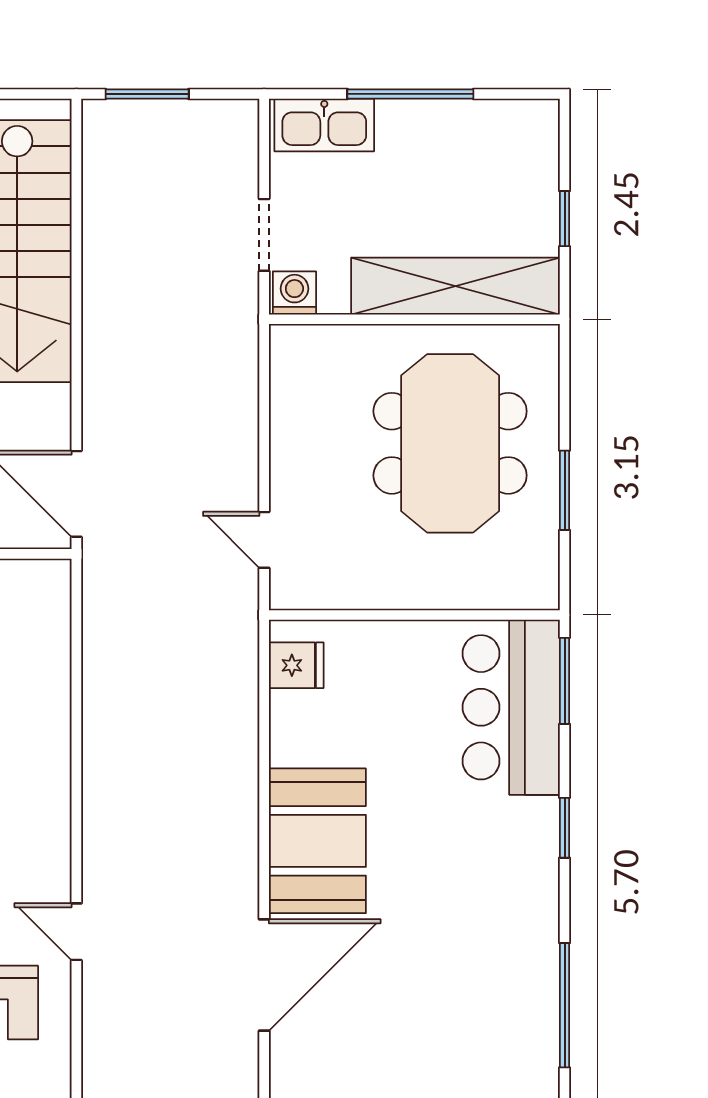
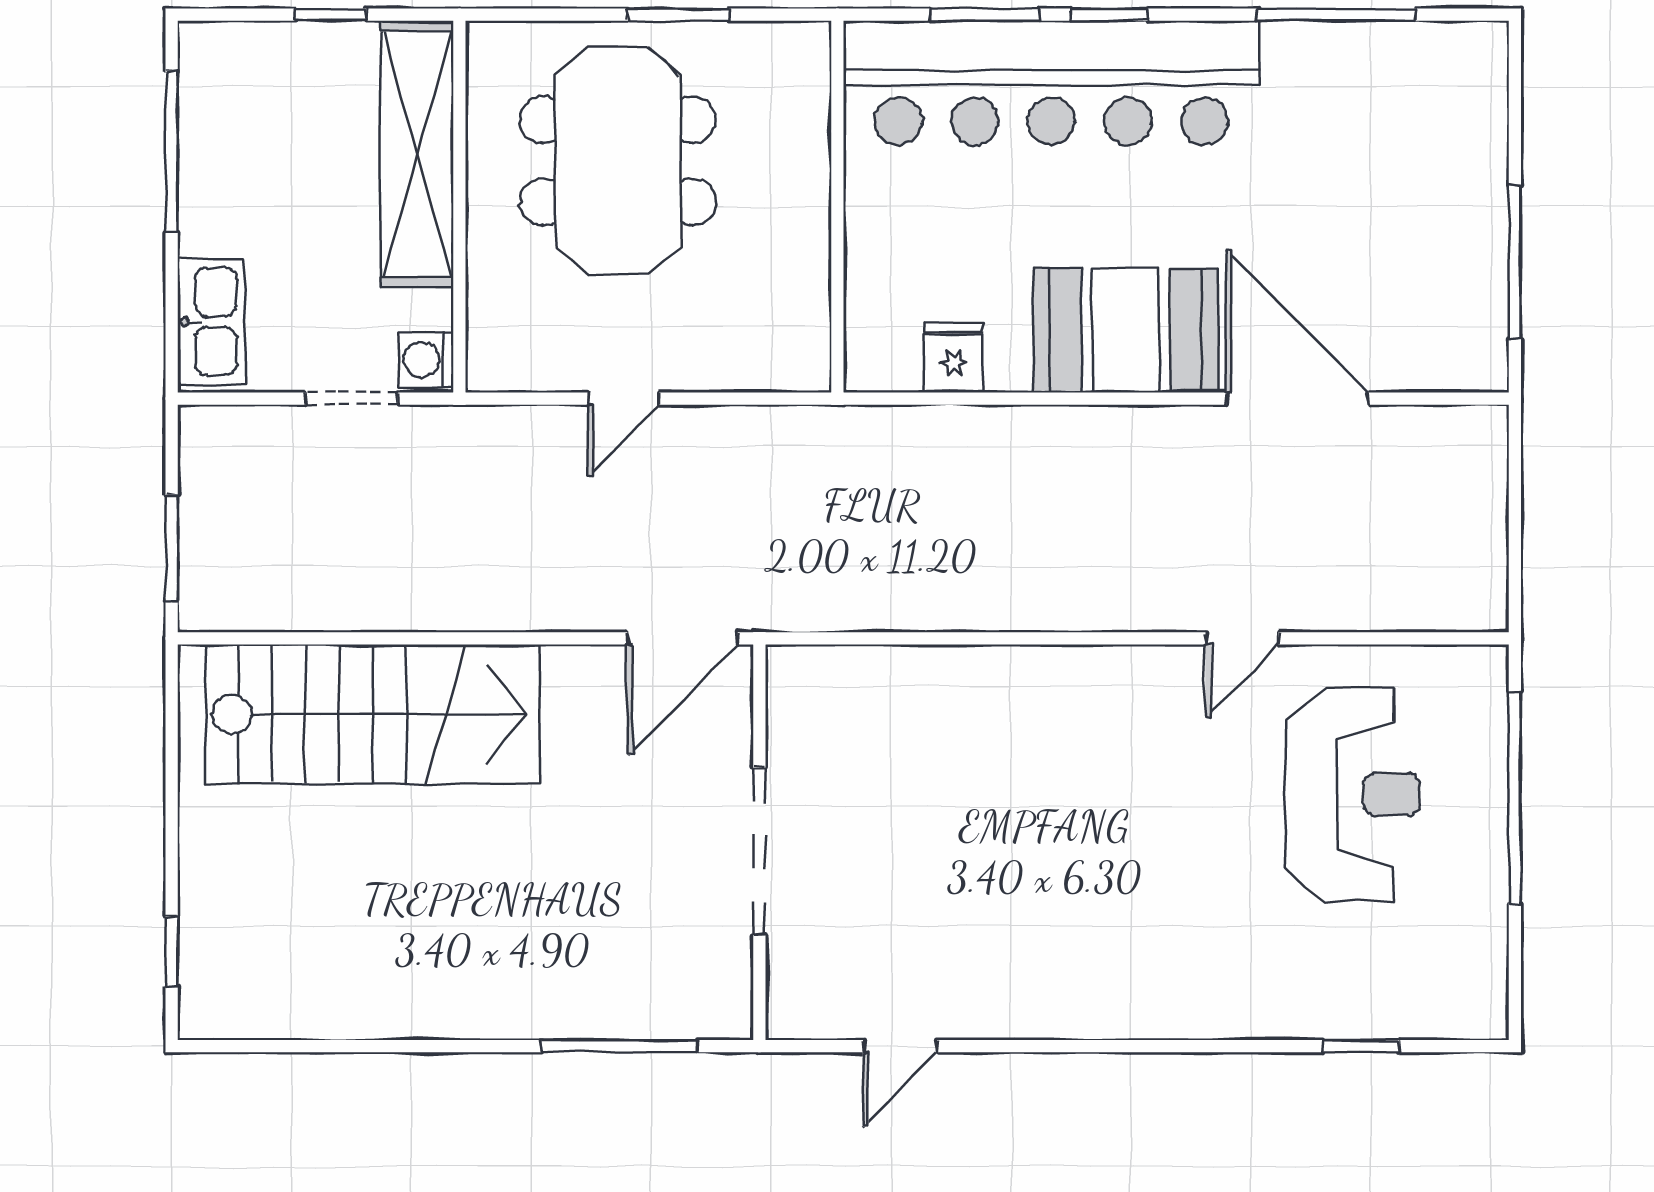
window: (410, 94) -> (172, 151), moved
meeting table: (450, 443) -> (618, 161), turned 90
door: (264, 540) -> (623, 399), moved
fridge: (296, 665) -> (954, 358), moved
window: (565, 681) -> (985, 15), moved
bar counter: (511, 707) -> (1051, 83), width x1.86

